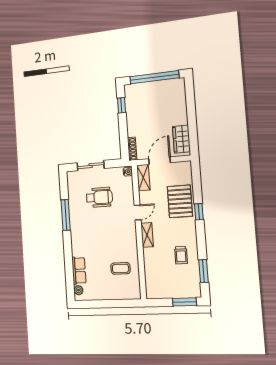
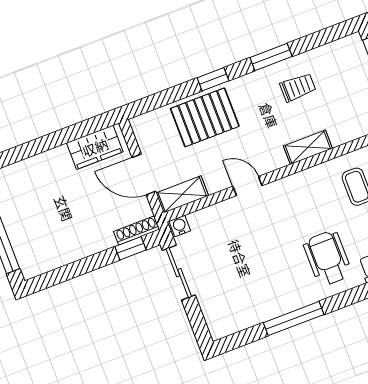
window: (121, 105) -> (131, 248), moved
sliding door: (91, 166) -> (179, 273), moved
wheelchair: (99, 197) -> (328, 258), moved
shelving: (147, 235) -> (308, 147), moved
window: (203, 271) -> (271, 57), moved

